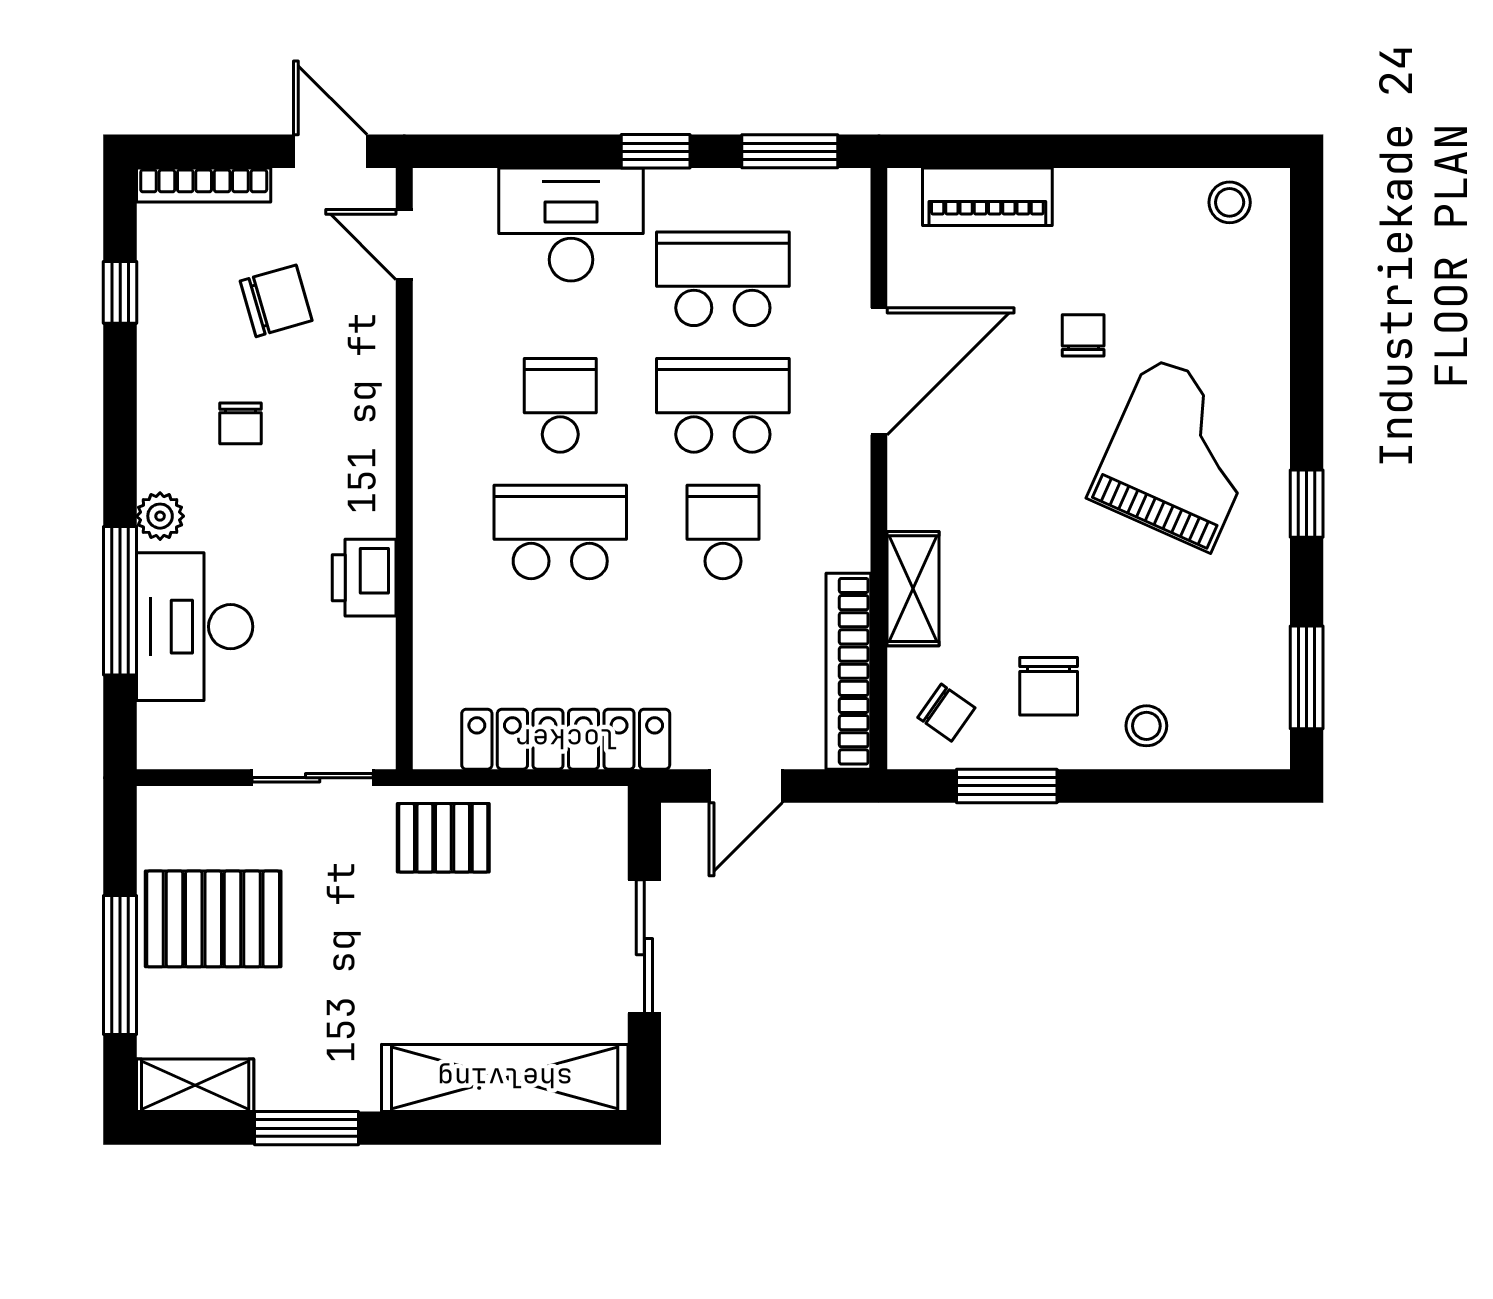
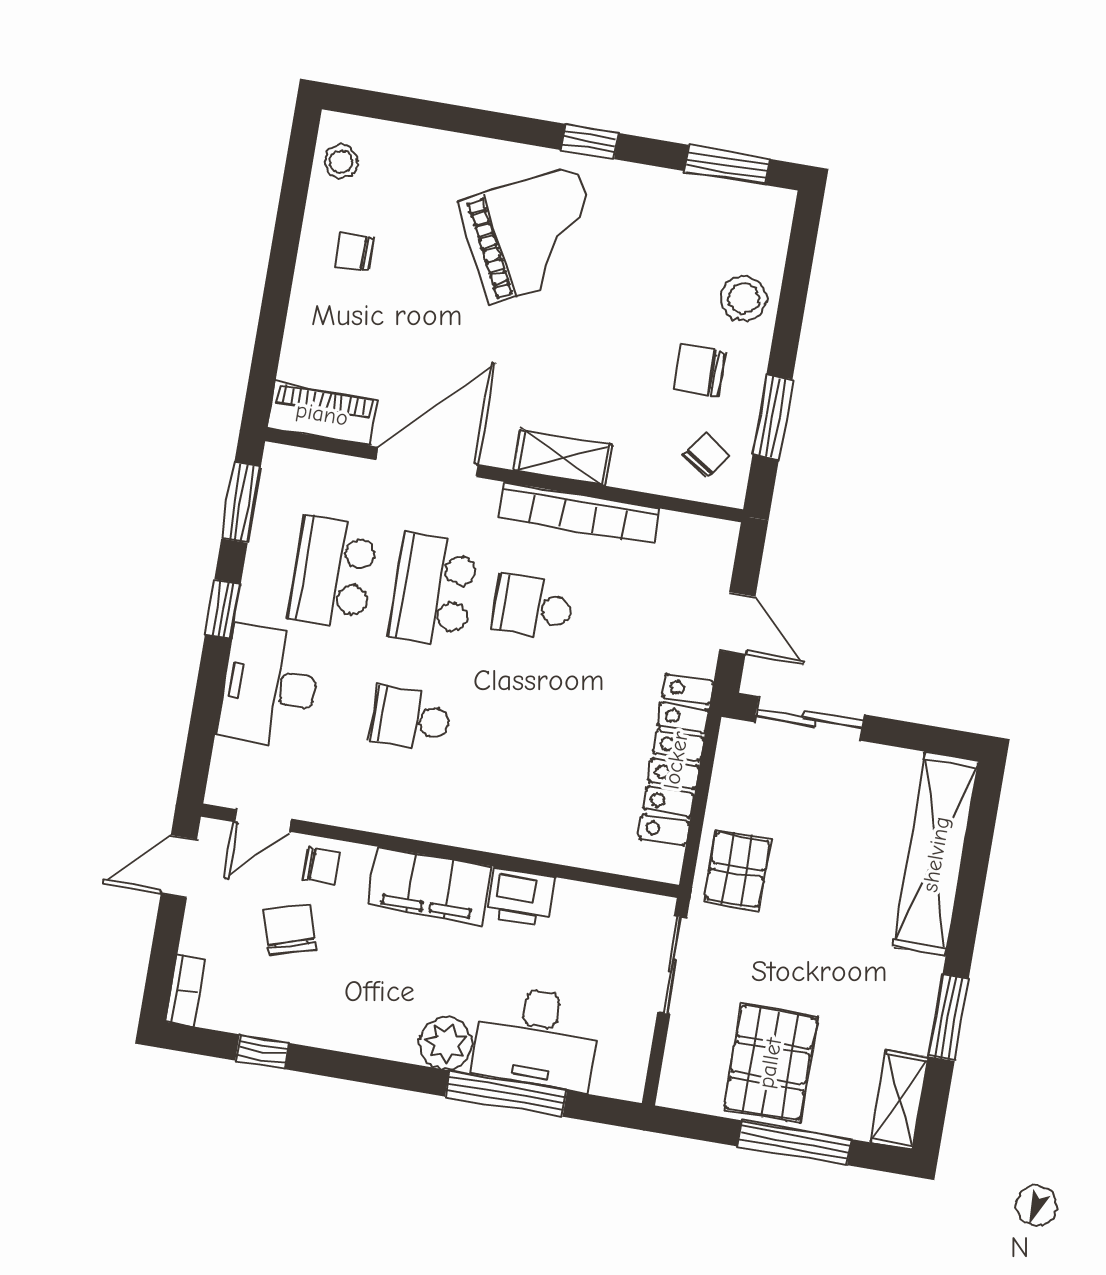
bookcase: (204, 185) -> (185, 990), width x0.64
piano: (987, 197) -> (322, 414), moved, turned -90
chair: (1083, 335) -> (354, 252), moved
door: (879, 371) -> (427, 462), hinge flipped
chair: (240, 423) -> (322, 866), moved
grand piano: (1180, 454) -> (533, 235), turned 129
filing cabinet: (359, 463) -> (430, 886), added
plant: (160, 516) -> (446, 1043), width x1.38, depth x1.38
school desk: (560, 532) -> (511, 736), removed
shelving: (913, 589) -> (563, 458), moved
bookcase: (848, 671) -> (579, 513), moved
chair: (1049, 686) -> (699, 370), turned 180
stool: (1146, 726) -> (744, 298), width x1.37, depth x1.37
sliding door: (644, 947) -> (809, 718), moved

